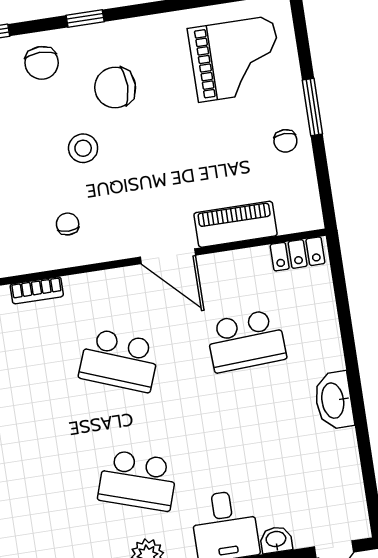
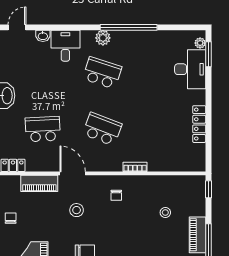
stool: (83, 148) -> (77, 210), moved

